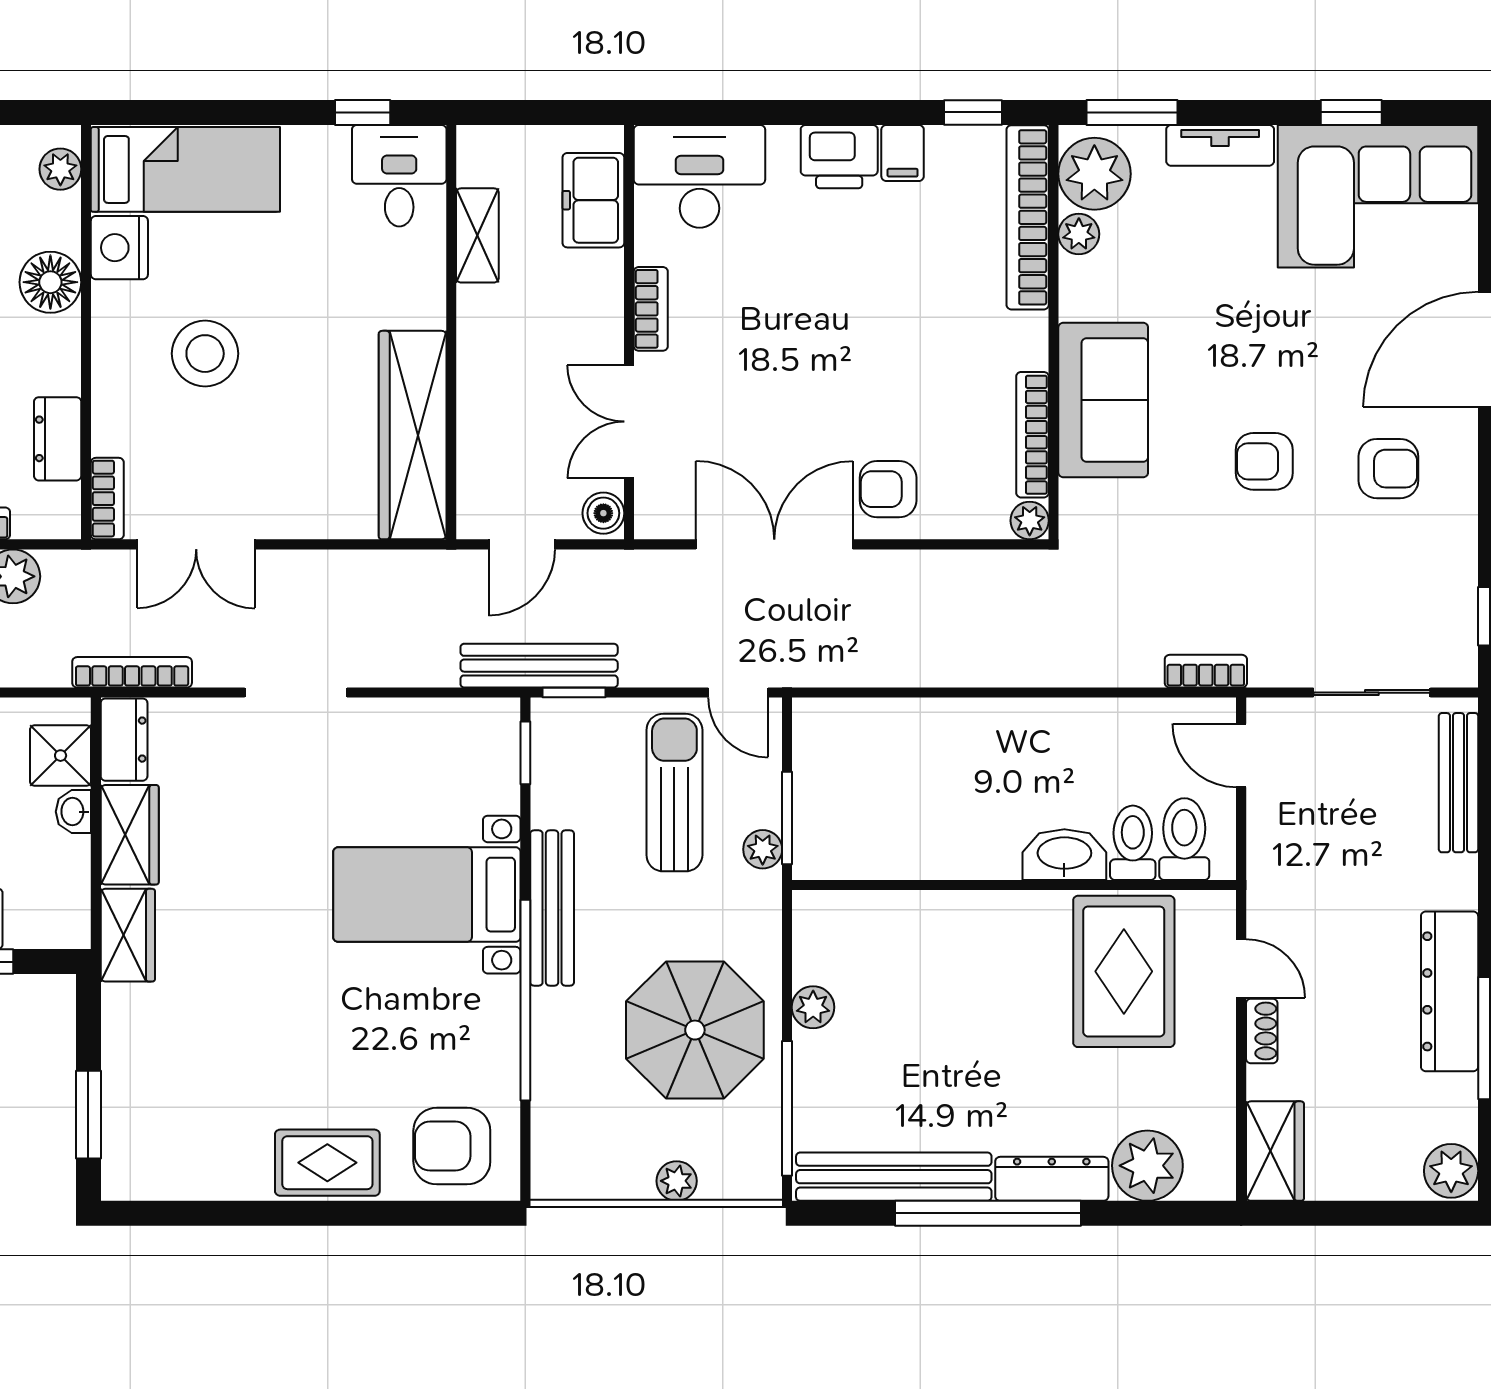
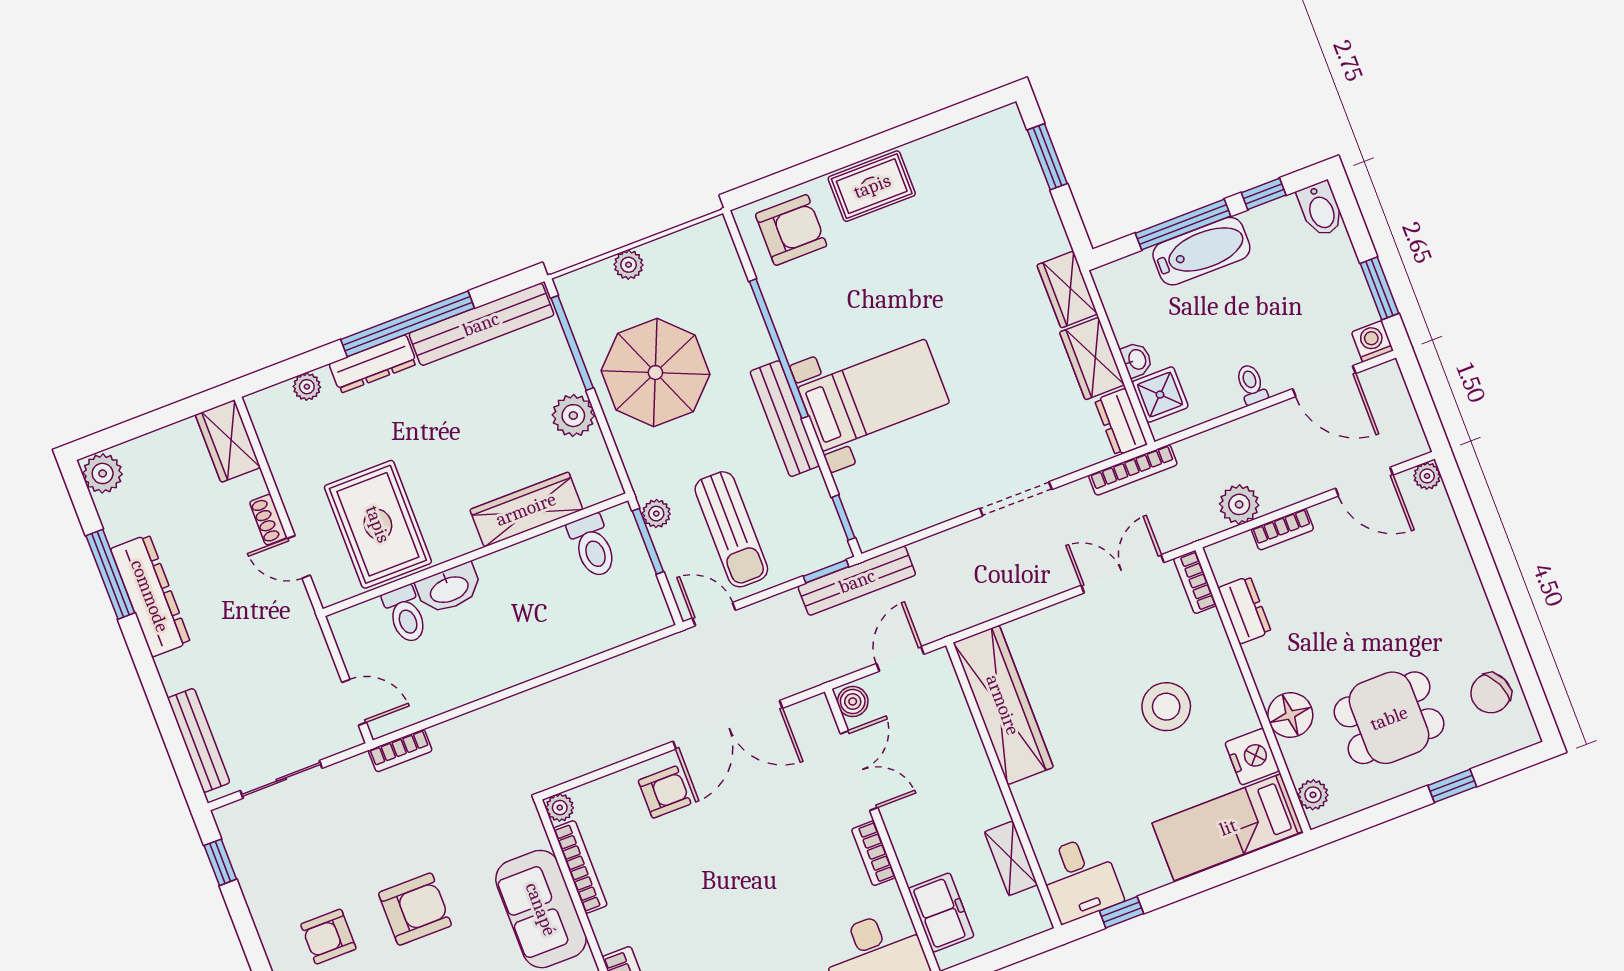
armchair: (1264, 461) -> (415, 909), width x1.38, depth x1.38
toilet: (1184, 839) -> (593, 546), moved
wardrobe: (927, 918) -> (526, 509), added
plant: (813, 1007) -> (573, 416), width x1.38, depth x1.38
plant: (1147, 1166) -> (307, 387), width x0.53, depth x0.53

